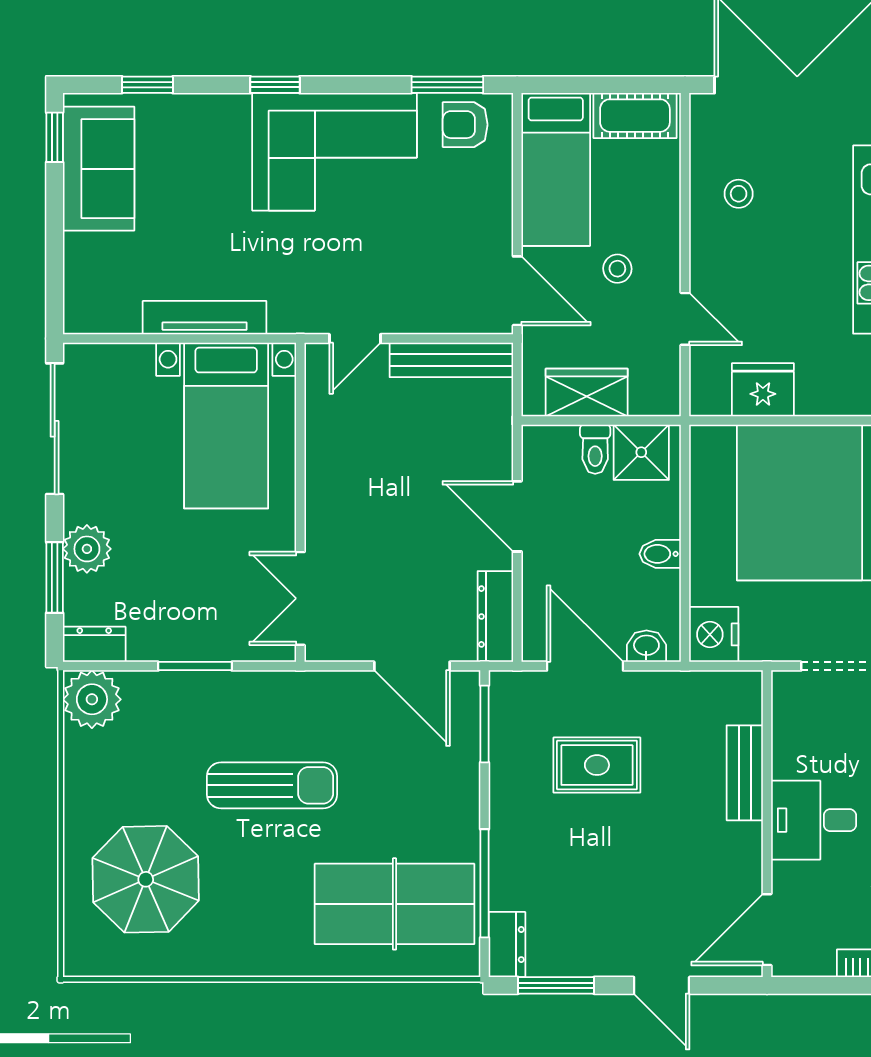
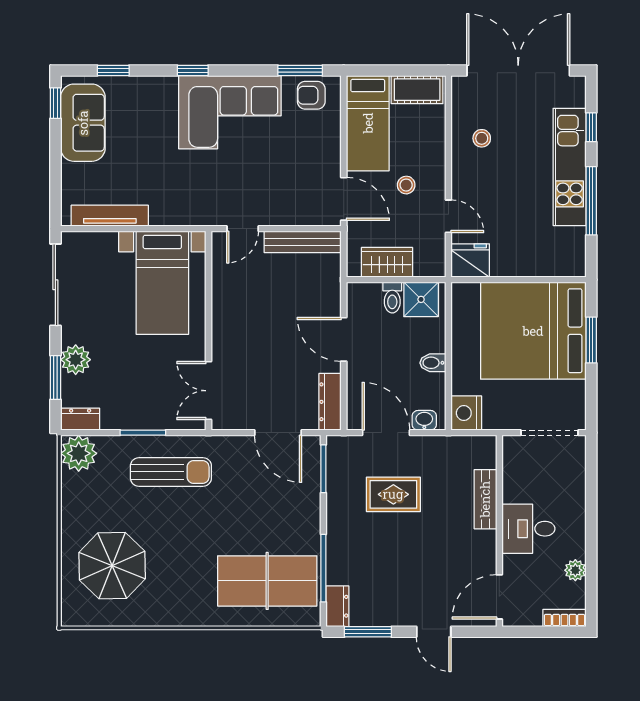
tv unit: (205, 318) -> (110, 216), moved
fridge: (763, 390) -> (470, 260), moved
sun lounger: (272, 785) -> (171, 472), moved

